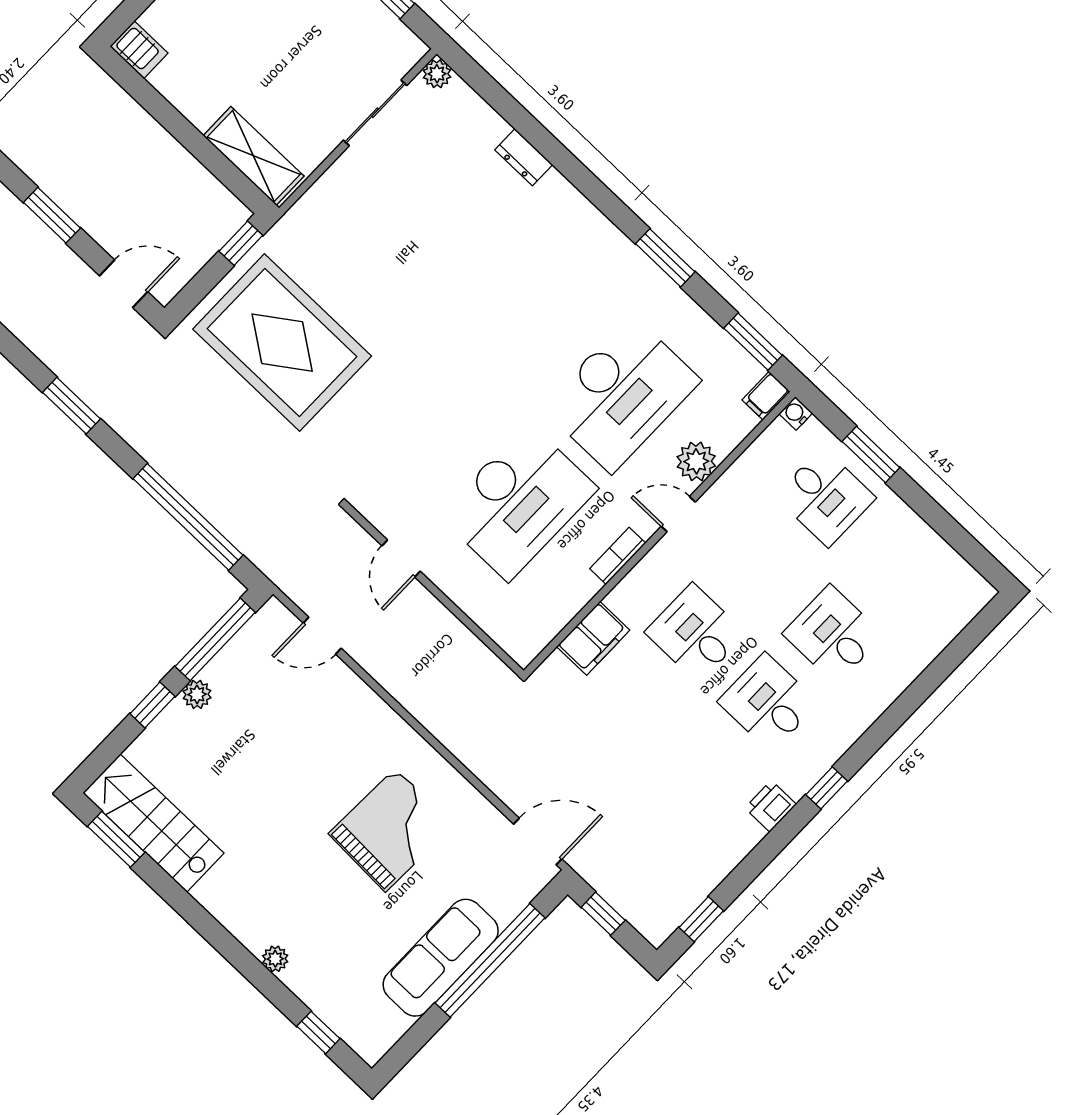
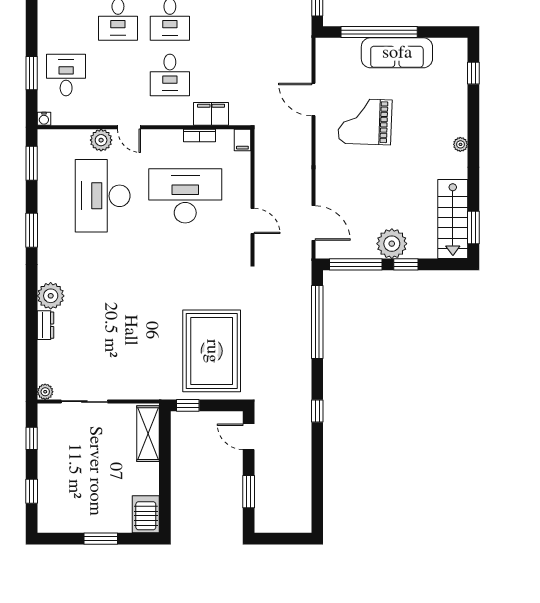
server rack: (139, 50) -> (146, 514), width x1.36, depth x1.44
plant: (556, 201) -> (51, 296), added
desk: (621, 394) -> (103, 196), turned -90
filing cabinet: (766, 396) -> (242, 140), moved, turned 90
window: (72, 406) -> (317, 411), width x0.67
bookcase: (618, 556) -> (199, 135), moved
door: (401, 558) -> (253, 221), hinge flipped
door: (322, 636) -> (313, 223), width x1.38
plant: (197, 694) -> (392, 244), width x1.88, depth x1.88
door: (538, 842) -> (313, 100), moved
plant: (275, 959) -> (460, 144), moved

